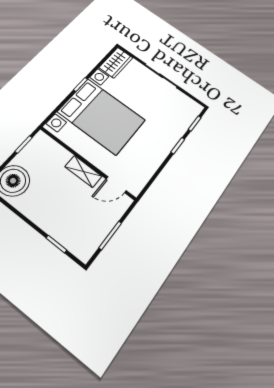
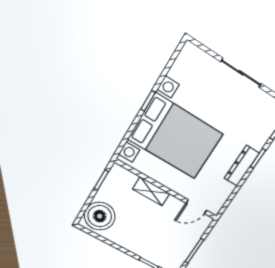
wardrobe: (116, 63) -> (186, 63), removed
dresser: (163, 150) -> (242, 166), added
shelving: (83, 171) -> (151, 191), moved

